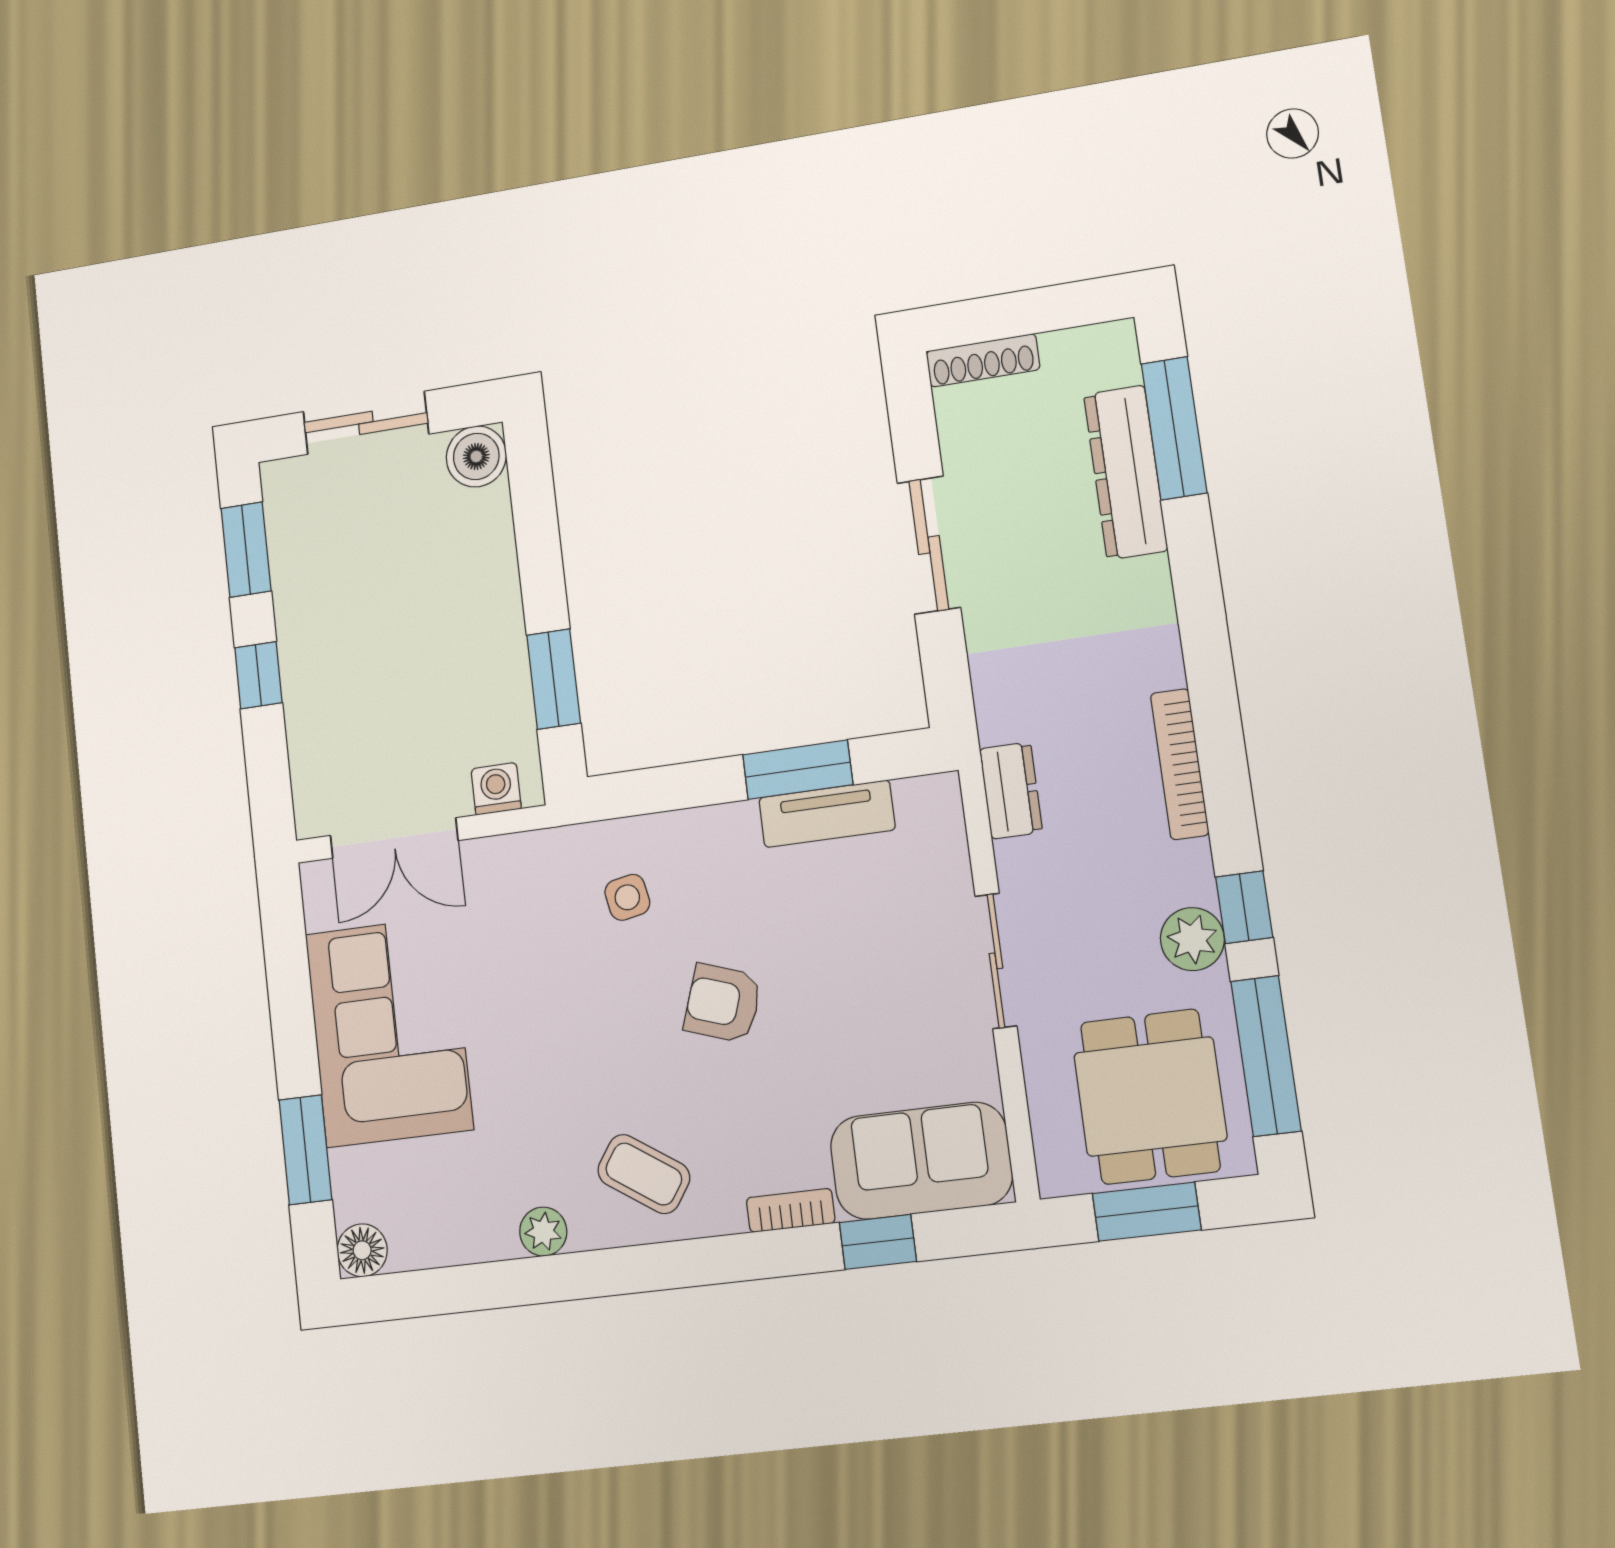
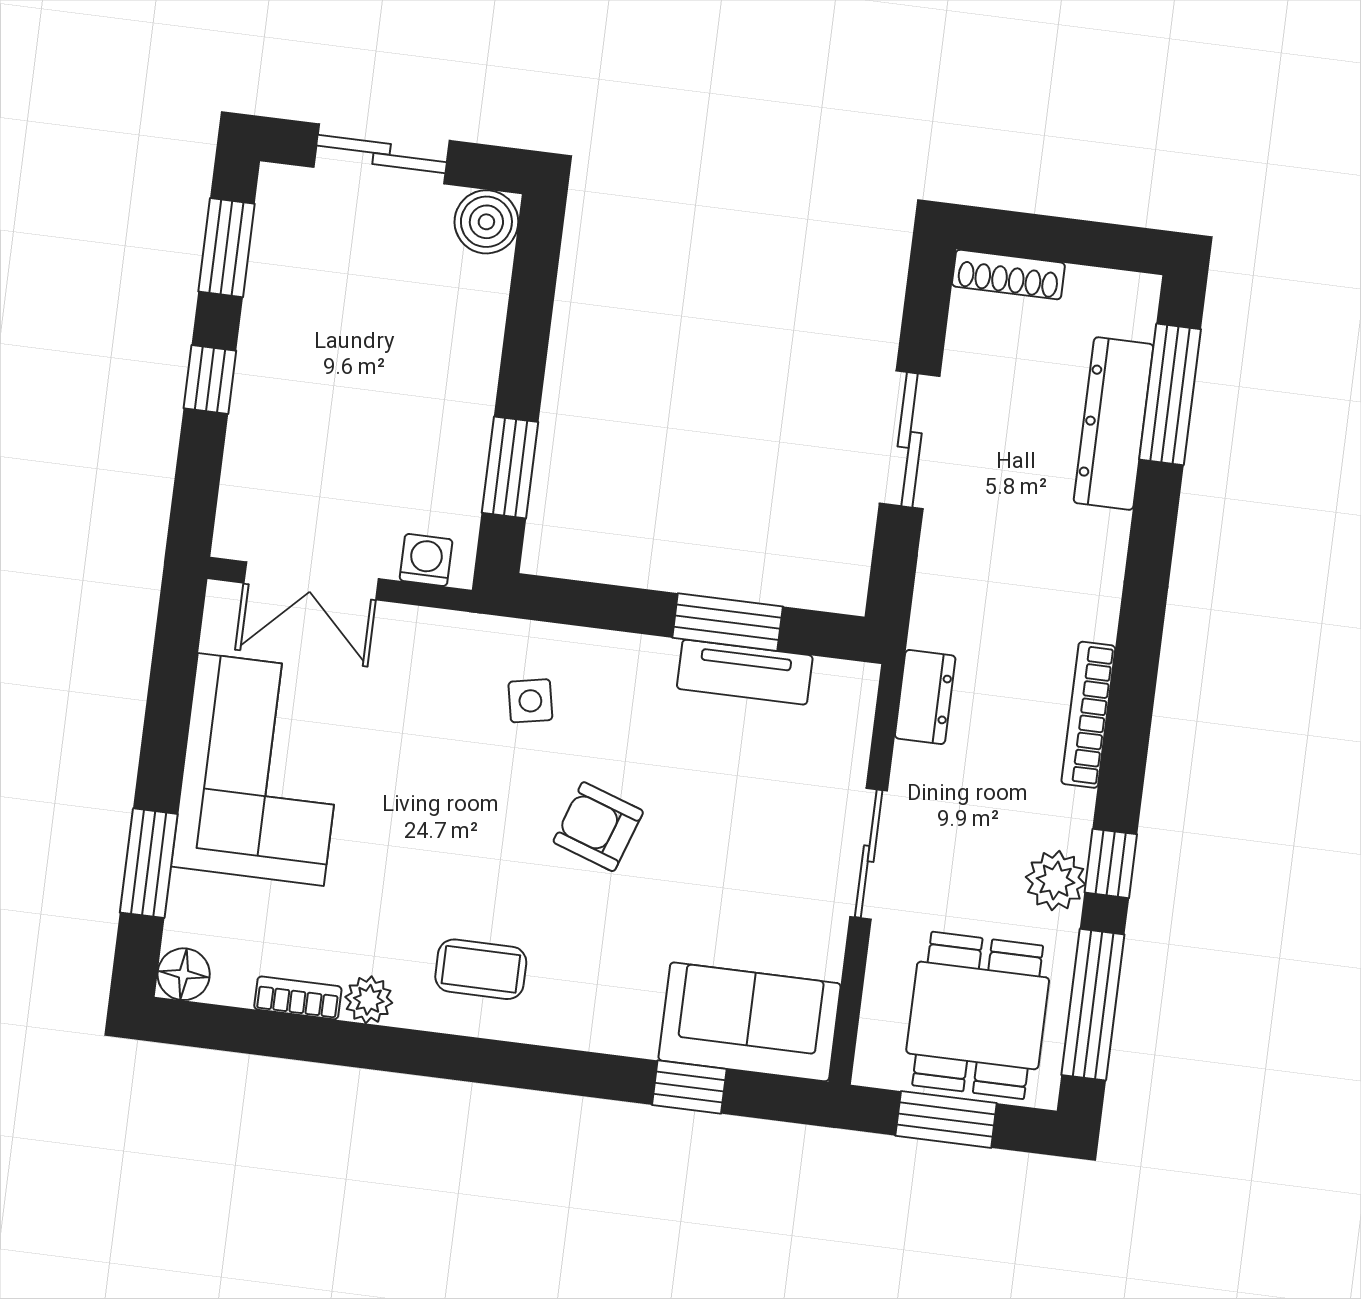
coffee table: (644, 1174) -> (481, 969), turned -34
bookcase: (791, 1210) -> (298, 998), moved

